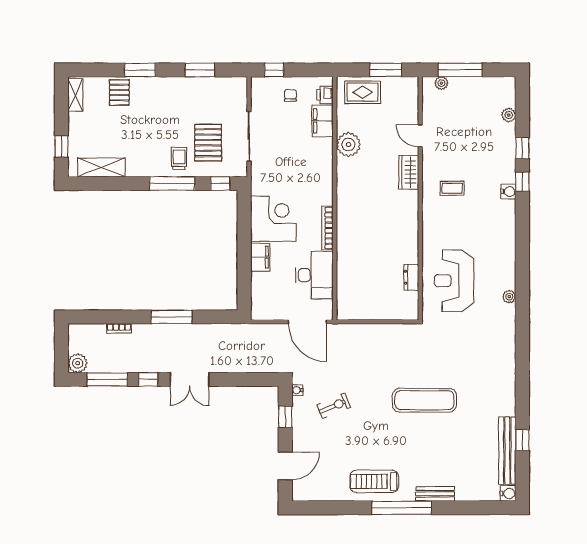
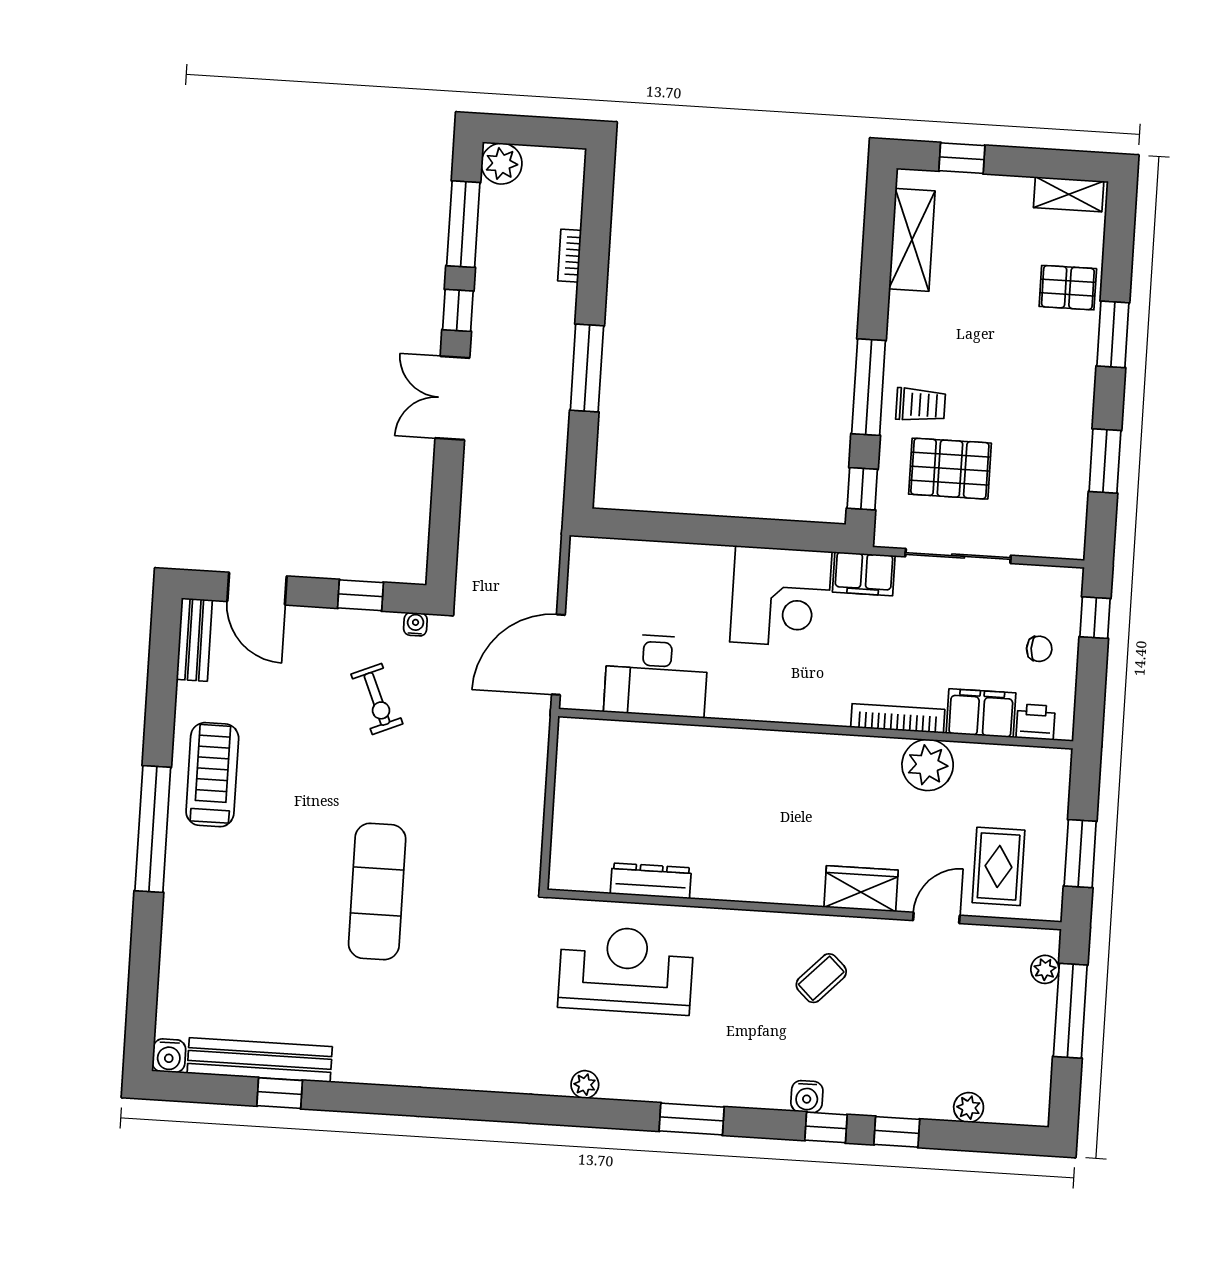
rug: (363, 92) -> (999, 866), moved
coffee table: (452, 188) -> (821, 978), turned 44
bookcase: (327, 228) -> (898, 718), moved
window: (522, 245) -> (692, 1119), added
filing cabinet: (260, 257) -> (864, 574), moved
dresser: (411, 277) -> (651, 881), width x1.44
bench: (435, 494) -> (194, 640), moved

